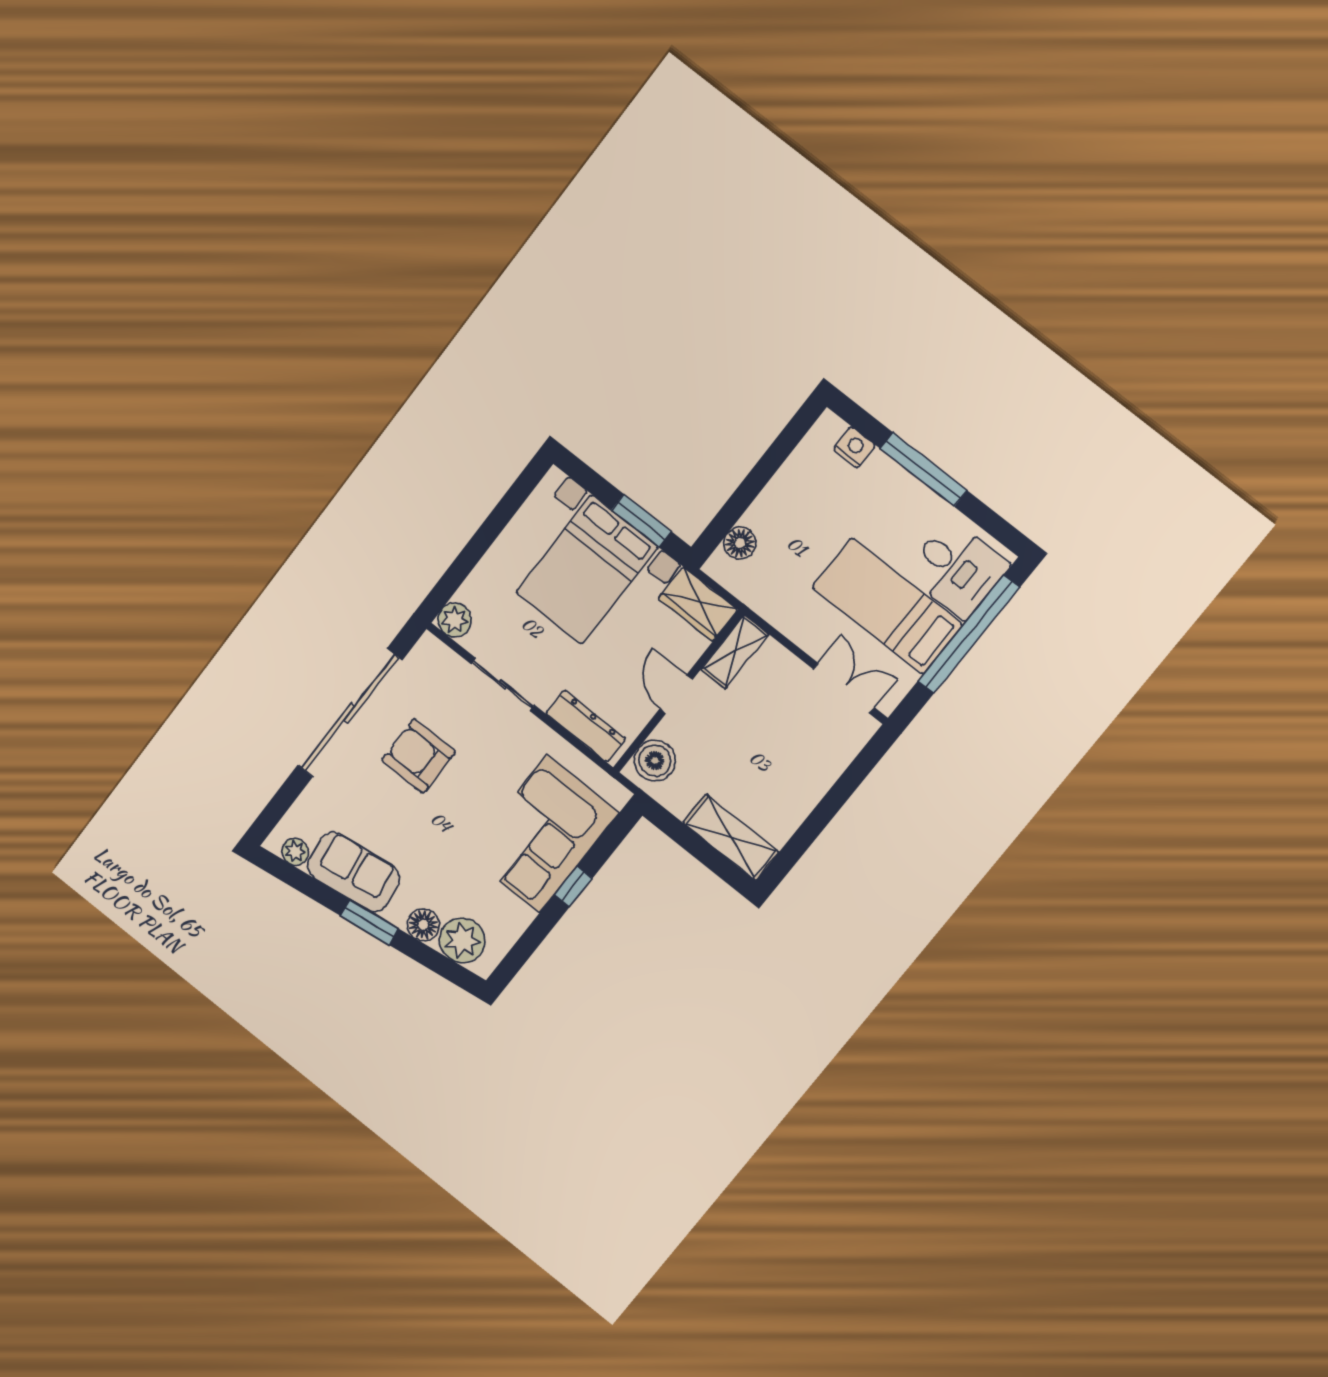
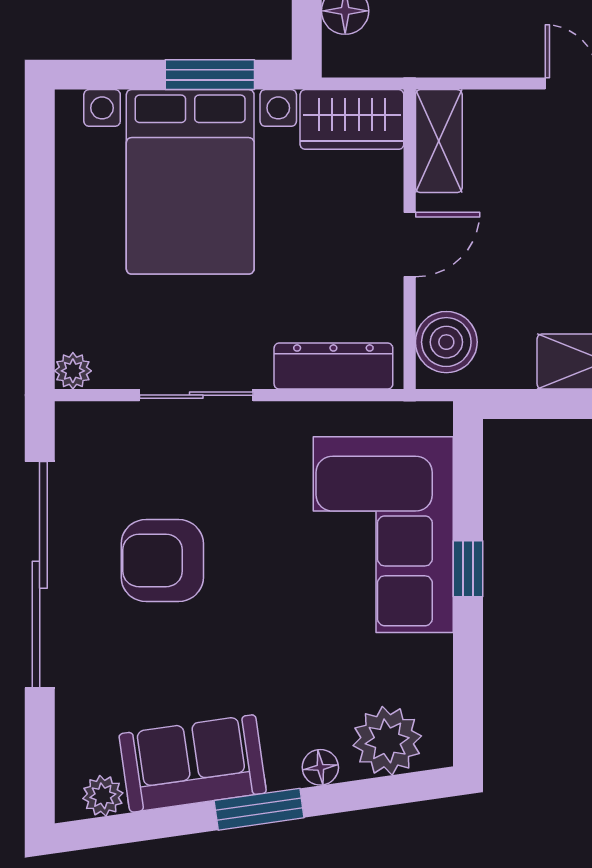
plant: (455, 620) -> (73, 371), width x0.73, depth x0.73
door: (676, 694) -> (410, 244), swing flipped
floor lamp: (423, 925) -> (320, 767), width x0.73, depth x0.73

